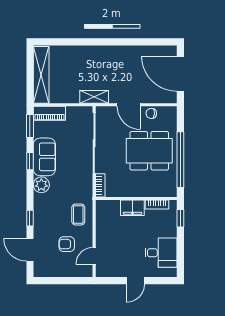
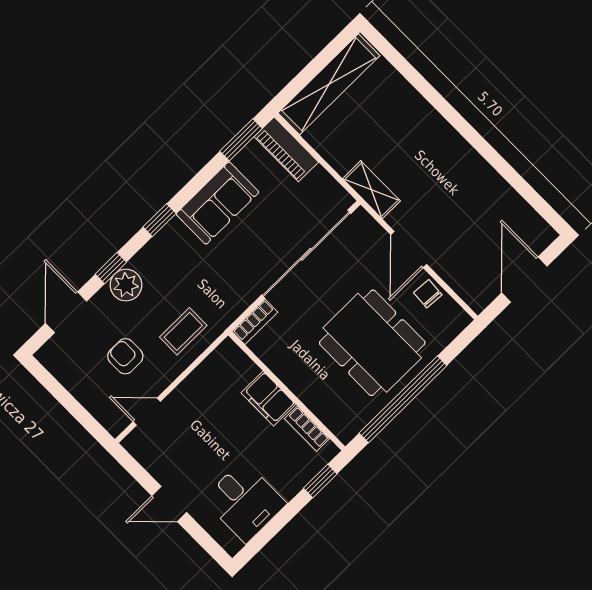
door: (180, 74) -> (524, 280), width x0.73
window: (30, 161) -> (160, 220), moved
plant: (41, 185) -> (126, 285), moved

